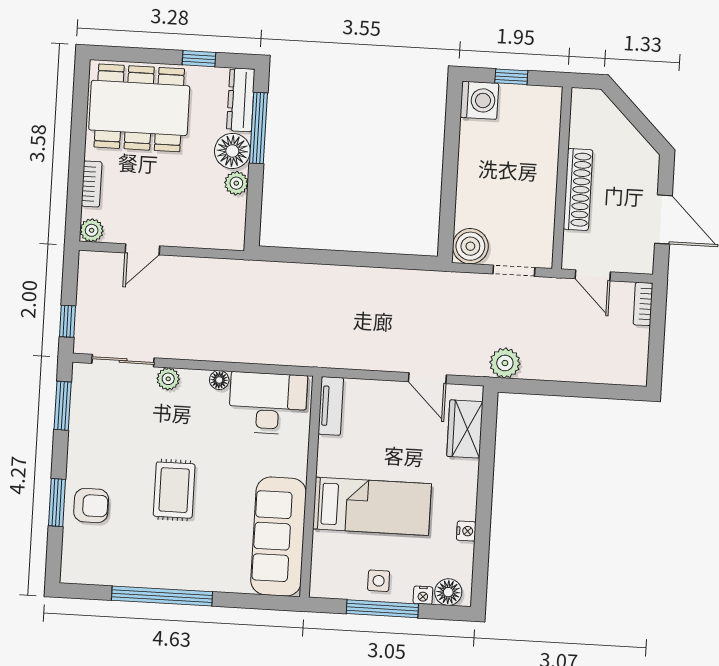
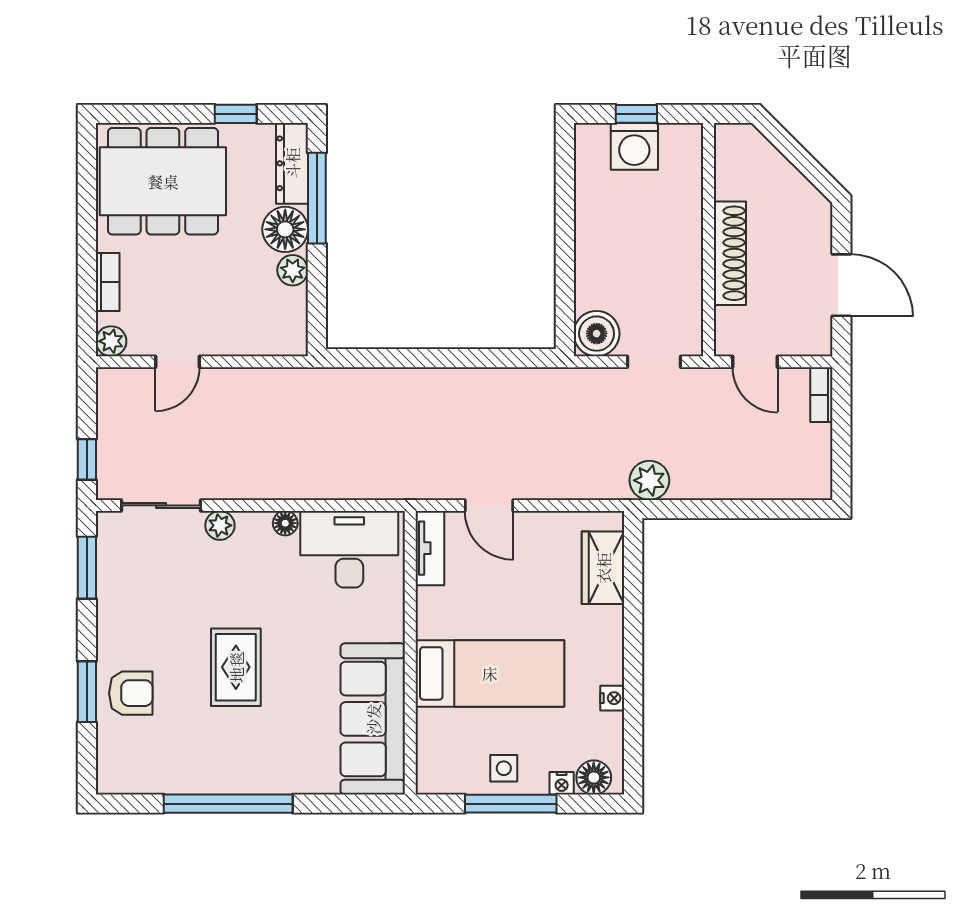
washing machine: (479, 100) -> (634, 146), moved, turned 90
door: (427, 378) -> (489, 505), moved

